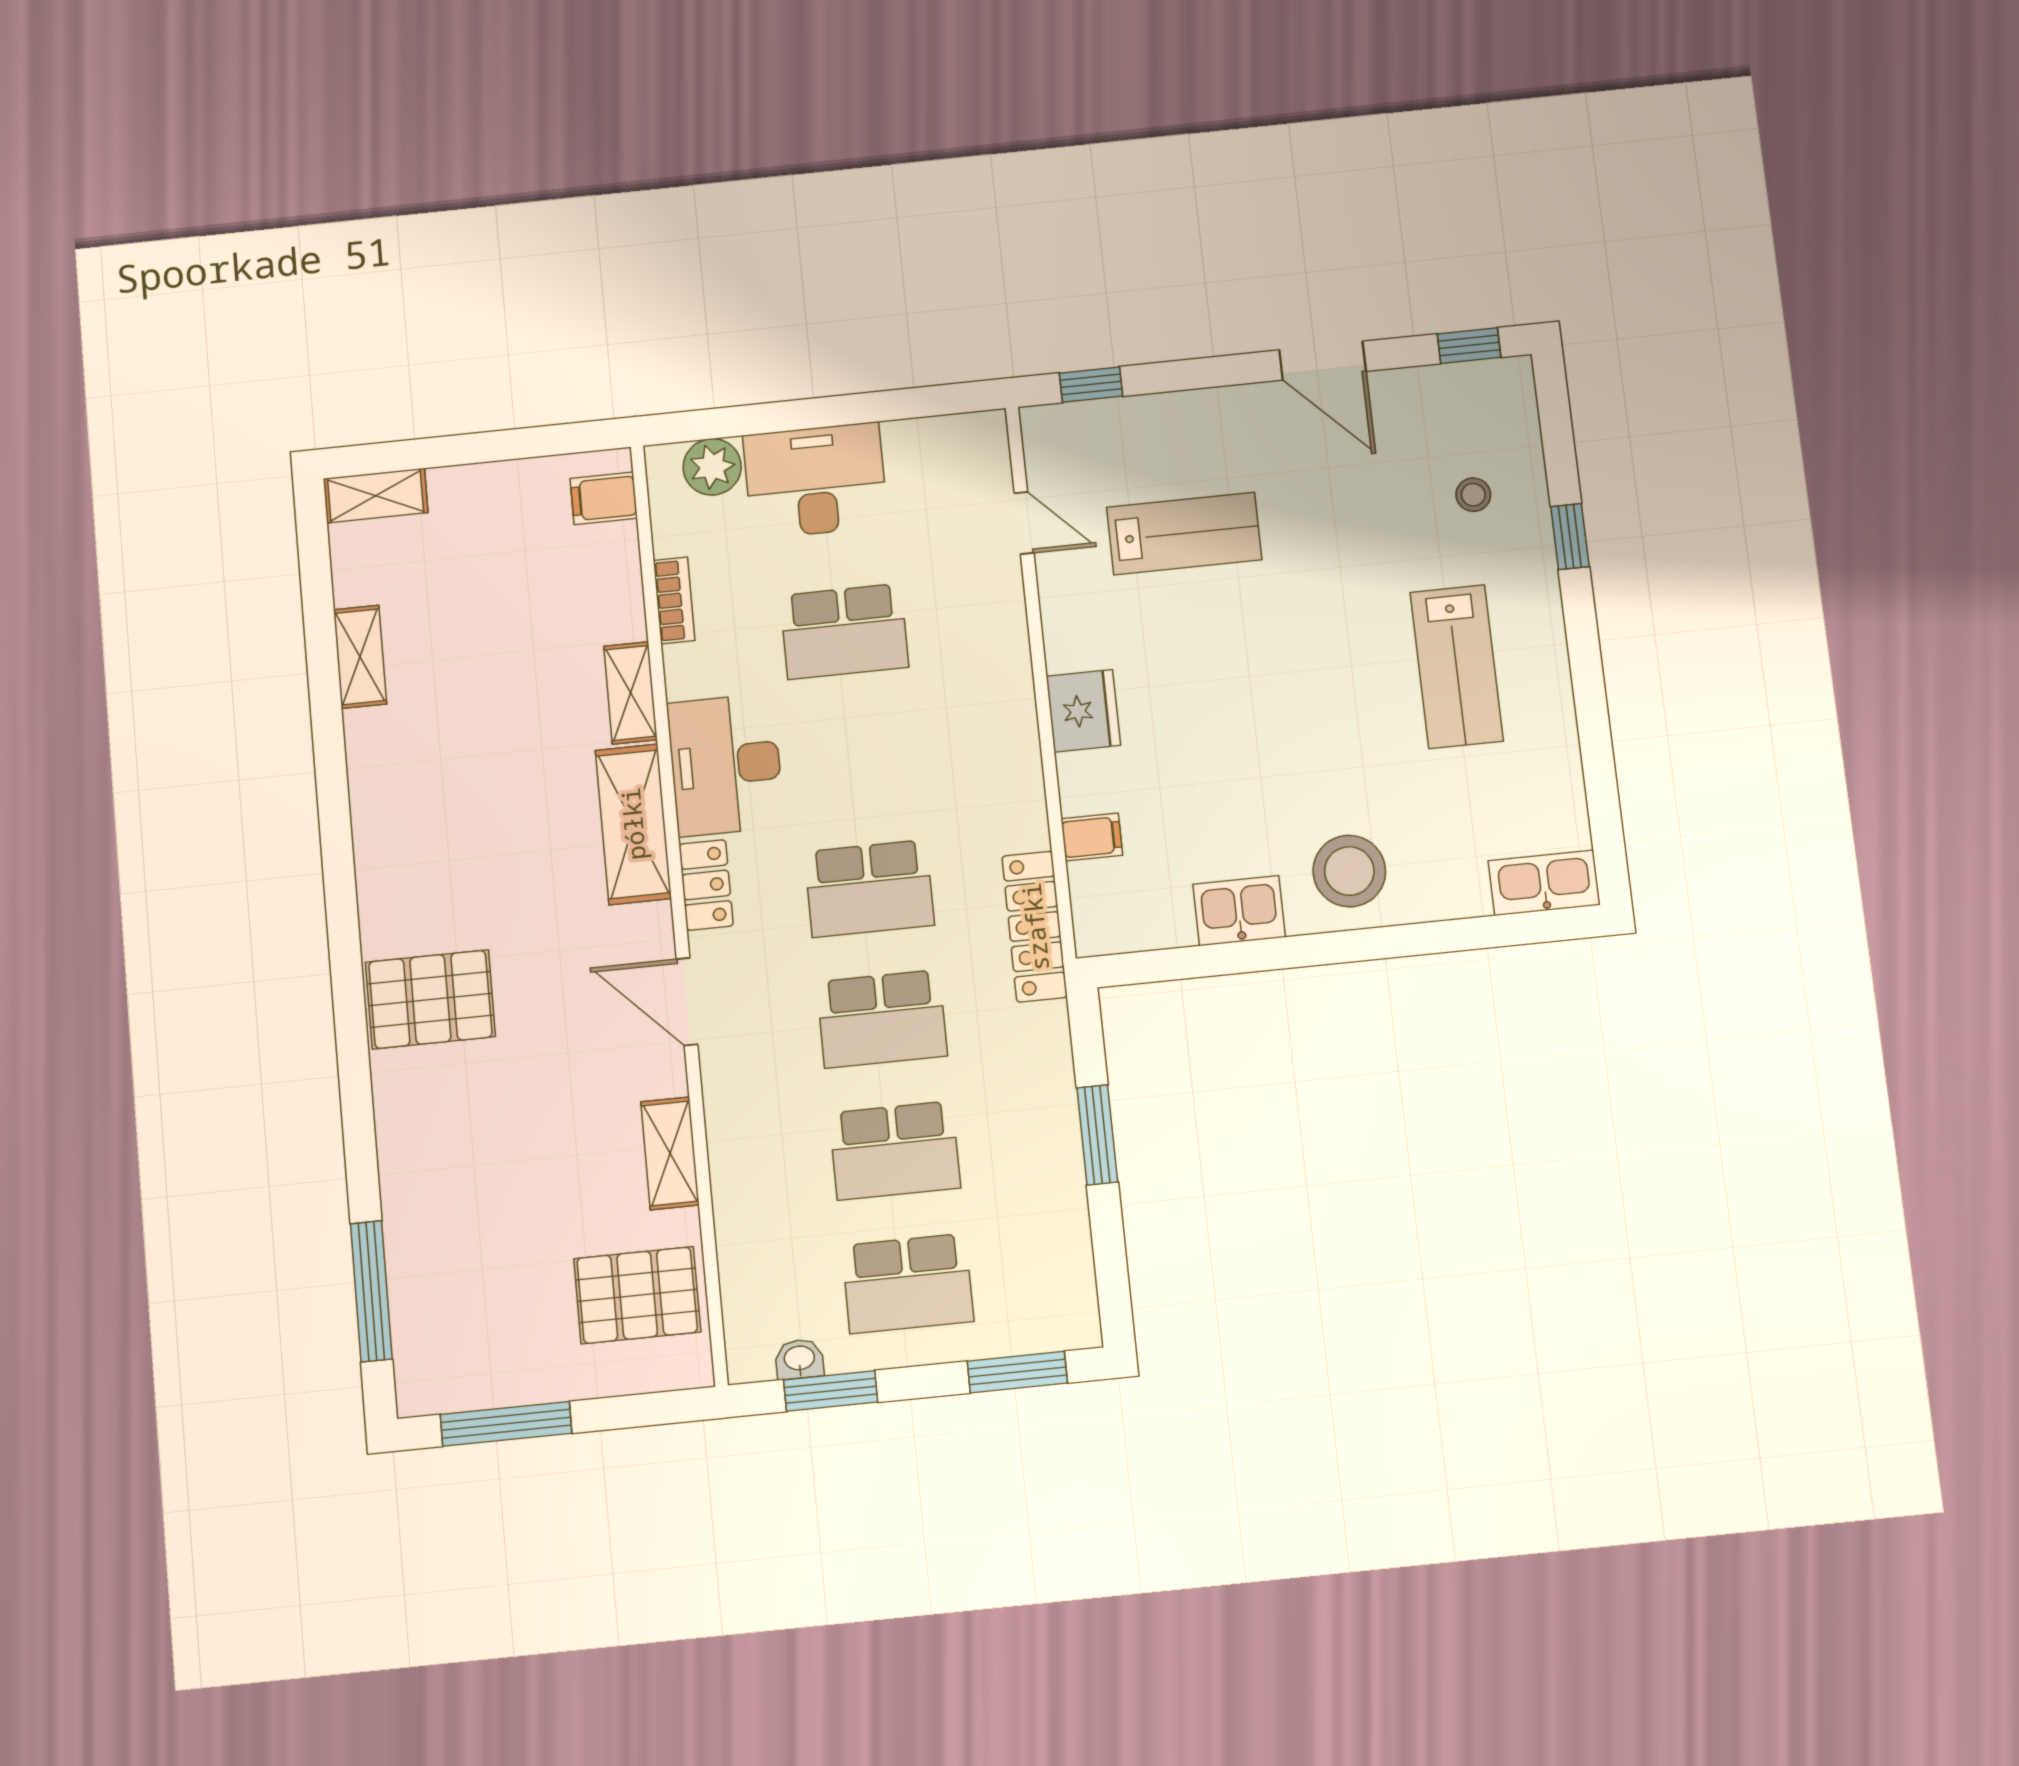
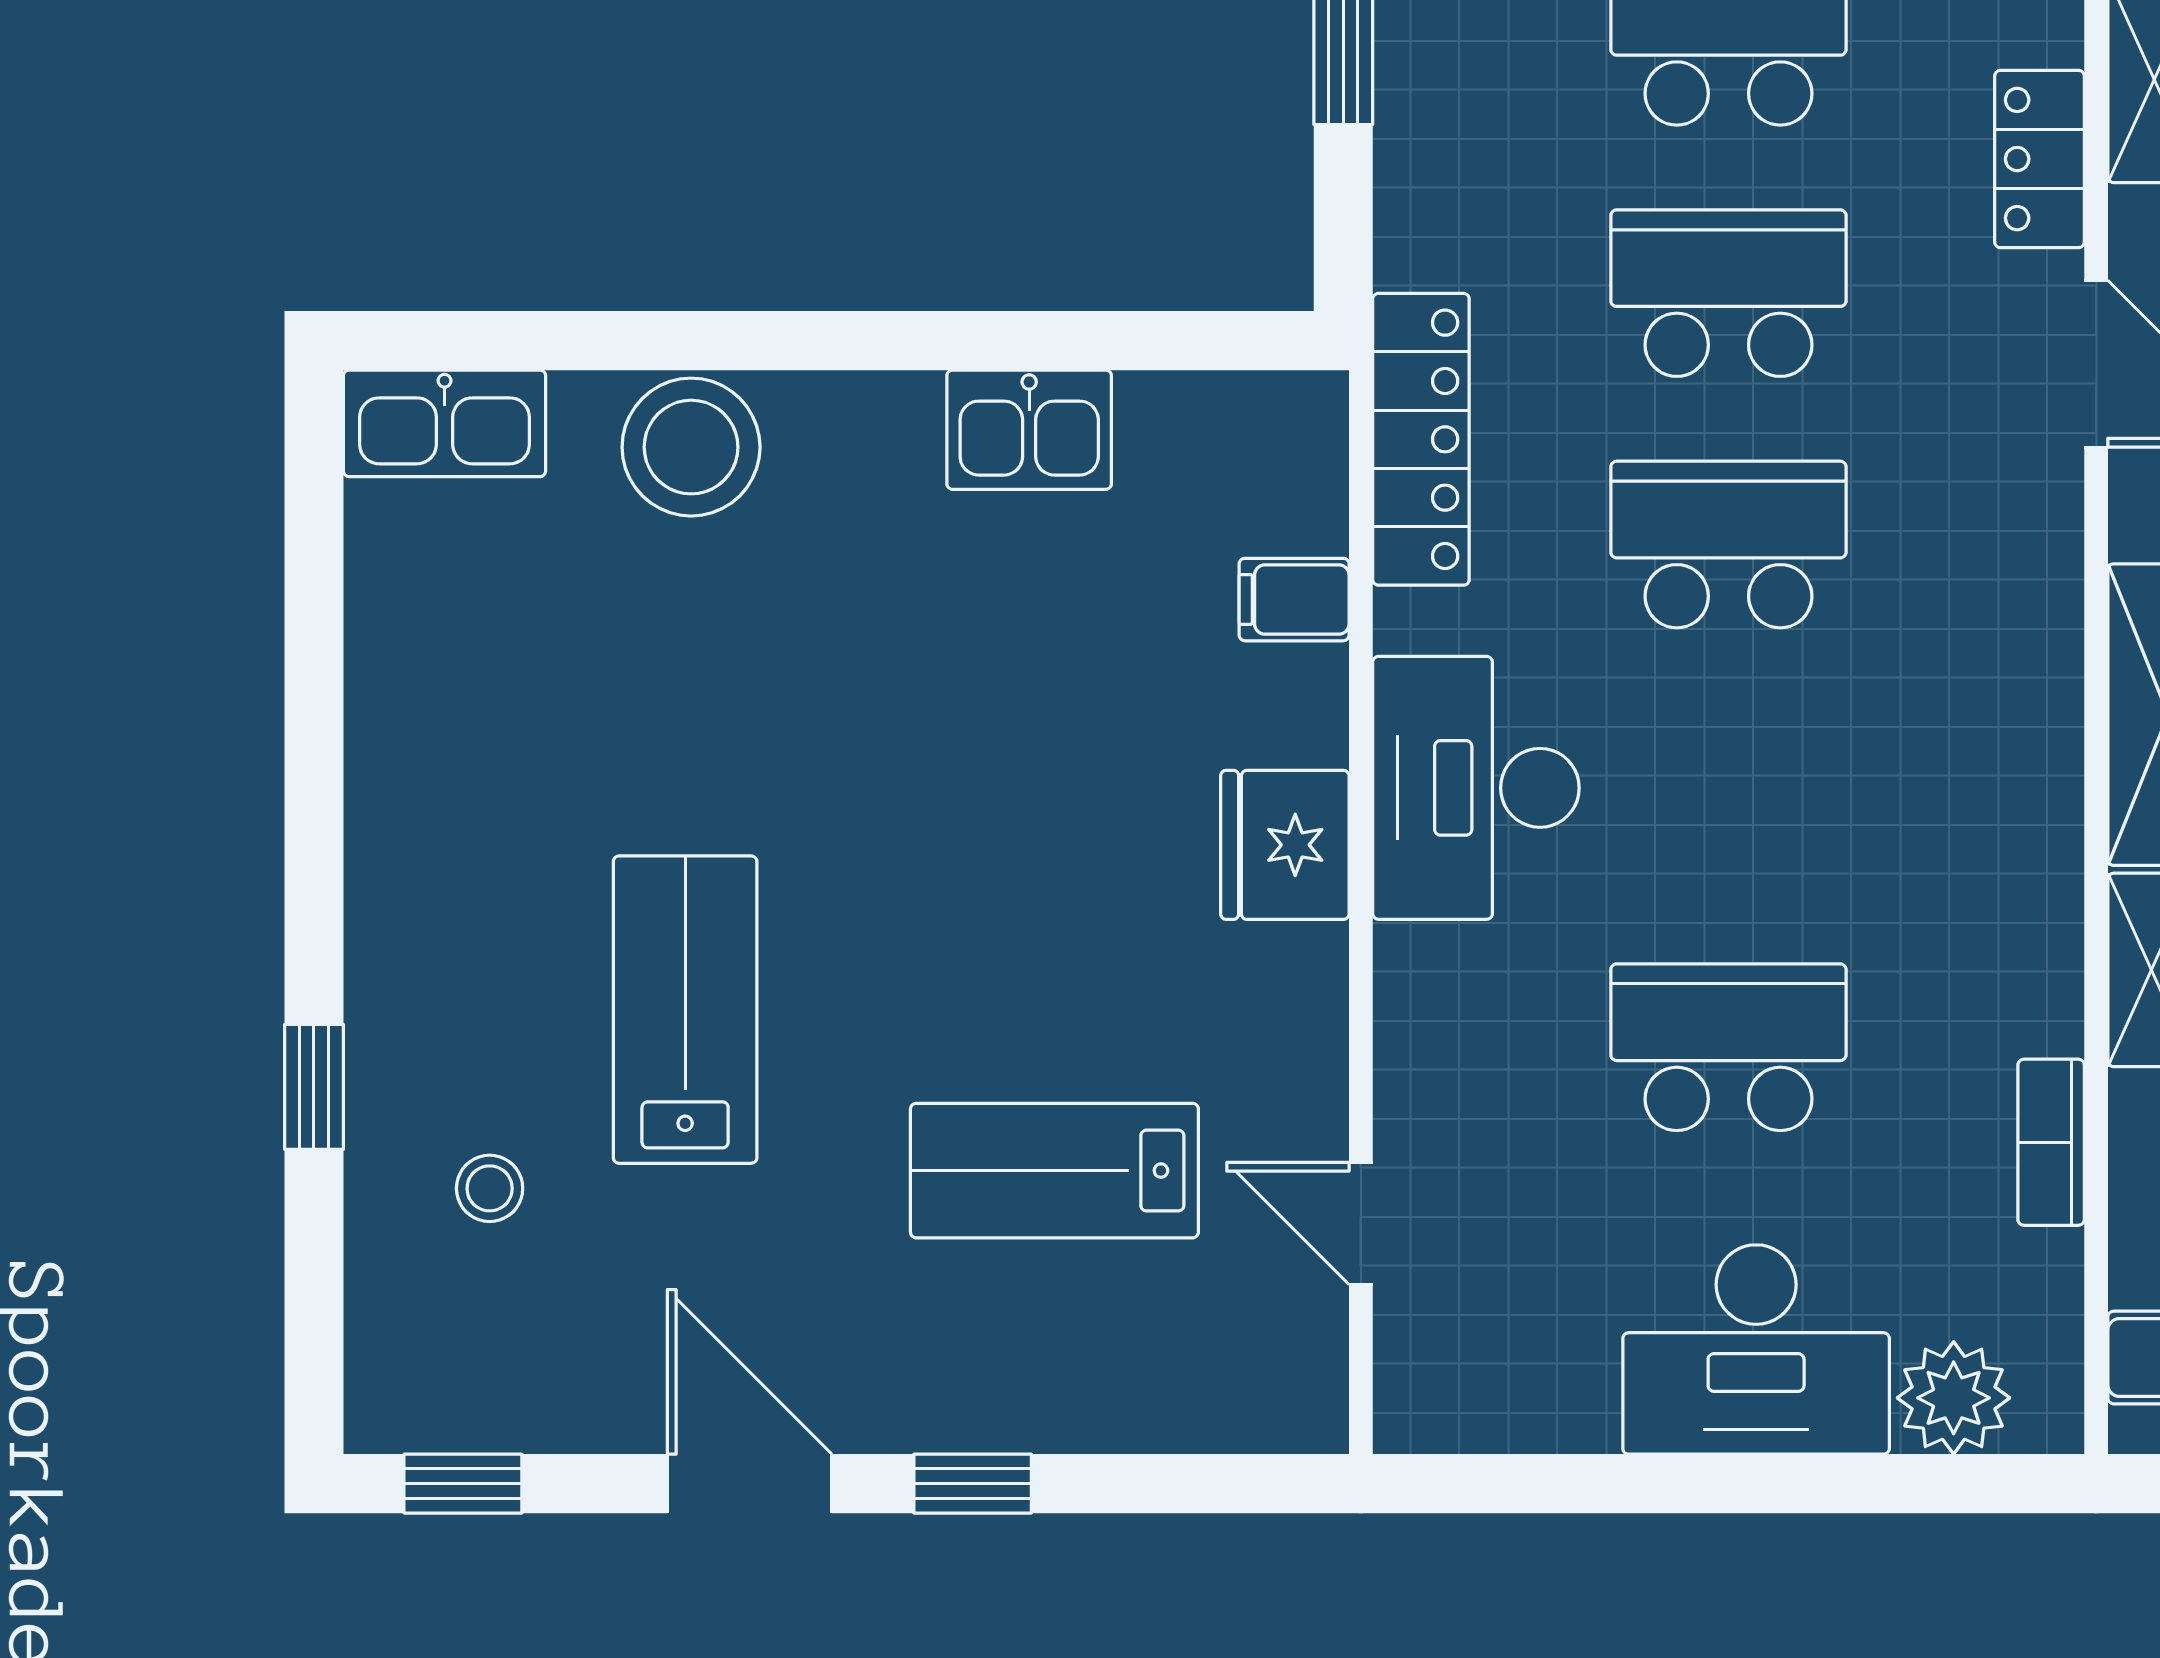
window: (1091, 385) -> (973, 1484), moved
lab bench: (1457, 667) -> (685, 1010), moved
desk: (726, 765) -> (1476, 788), moved, turned 180
stool: (1349, 871) -> (691, 447), moved
locker: (706, 885) -> (2040, 159), moved

